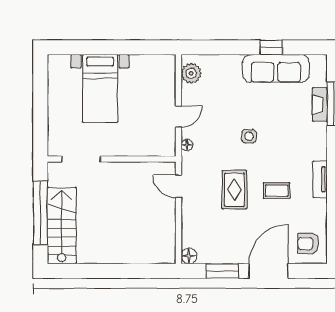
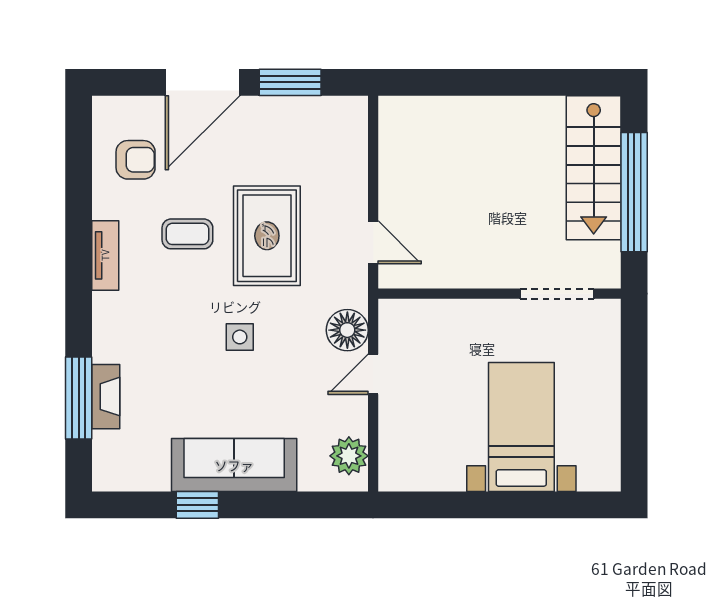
sofa: (276, 68) -> (234, 465), moved
floor lamp: (187, 145) -> (347, 330), width x1.89, depth x1.89
rug: (235, 190) -> (267, 236), width x1.36, depth x1.43
armchair: (308, 244) -> (136, 160), moved
floor lamp: (189, 256) -> (353, 111), removed

